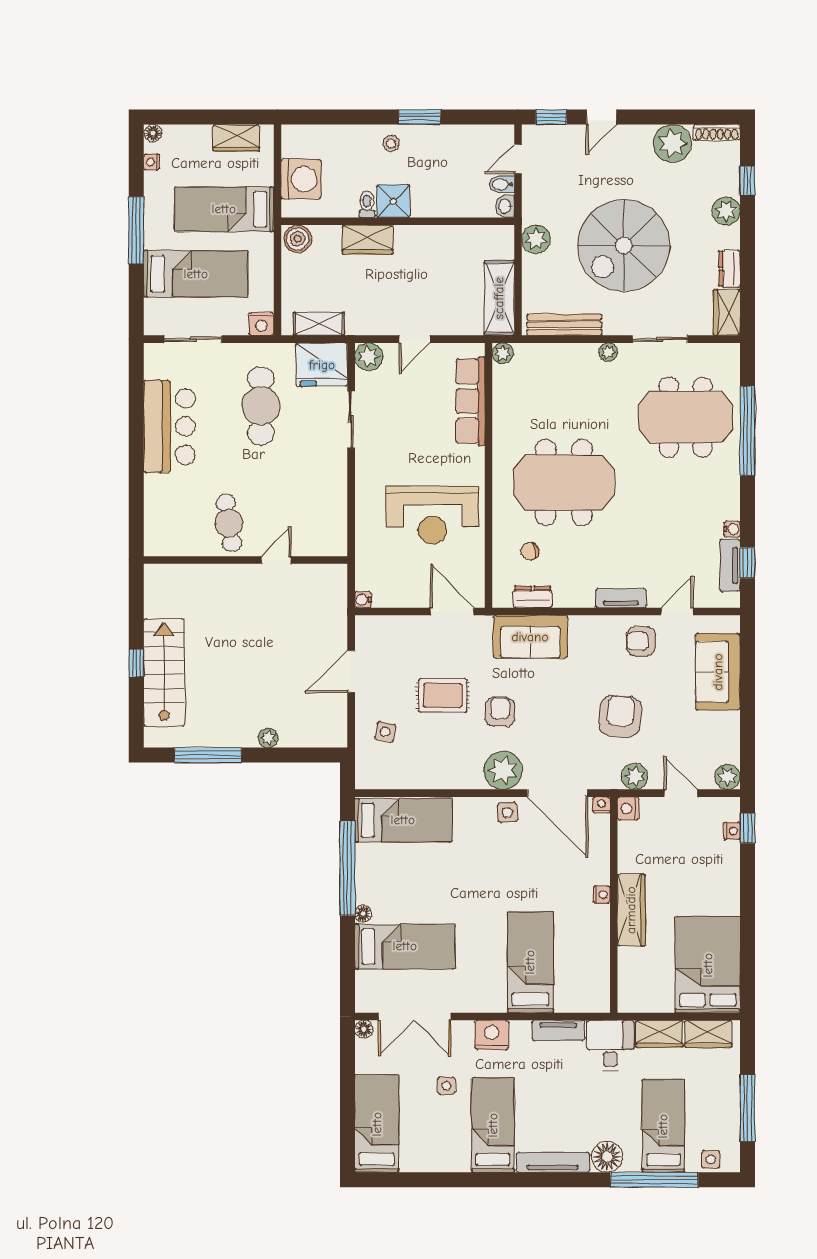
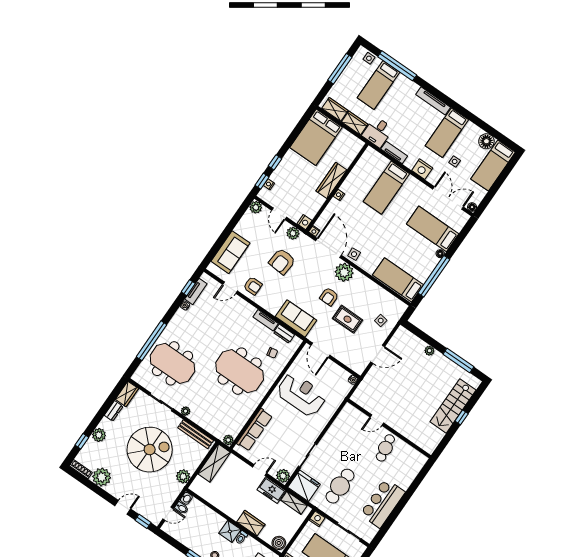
freezer: (371, 319) -> (271, 490), added
tv unit: (621, 598) -> (266, 320), moved
window: (747, 875) -> (275, 162), added
floor lamp: (607, 1157) -> (486, 141), moved

